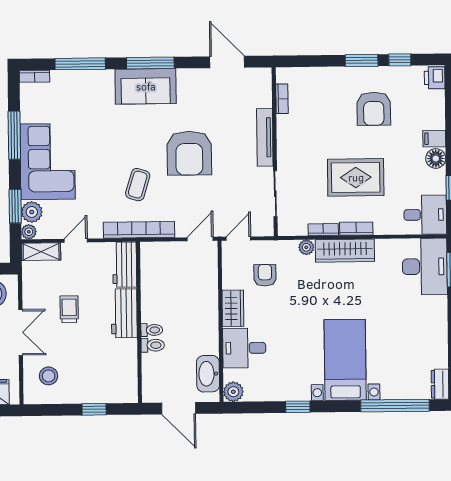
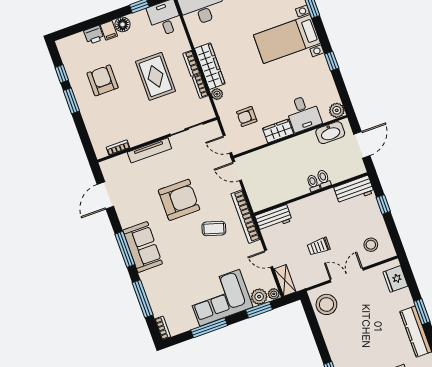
printer: (435, 78) -> (94, 35), moved
armchair: (374, 109) -> (103, 80), turned -90
workbench: (124, 313) -> (354, 190), moved

